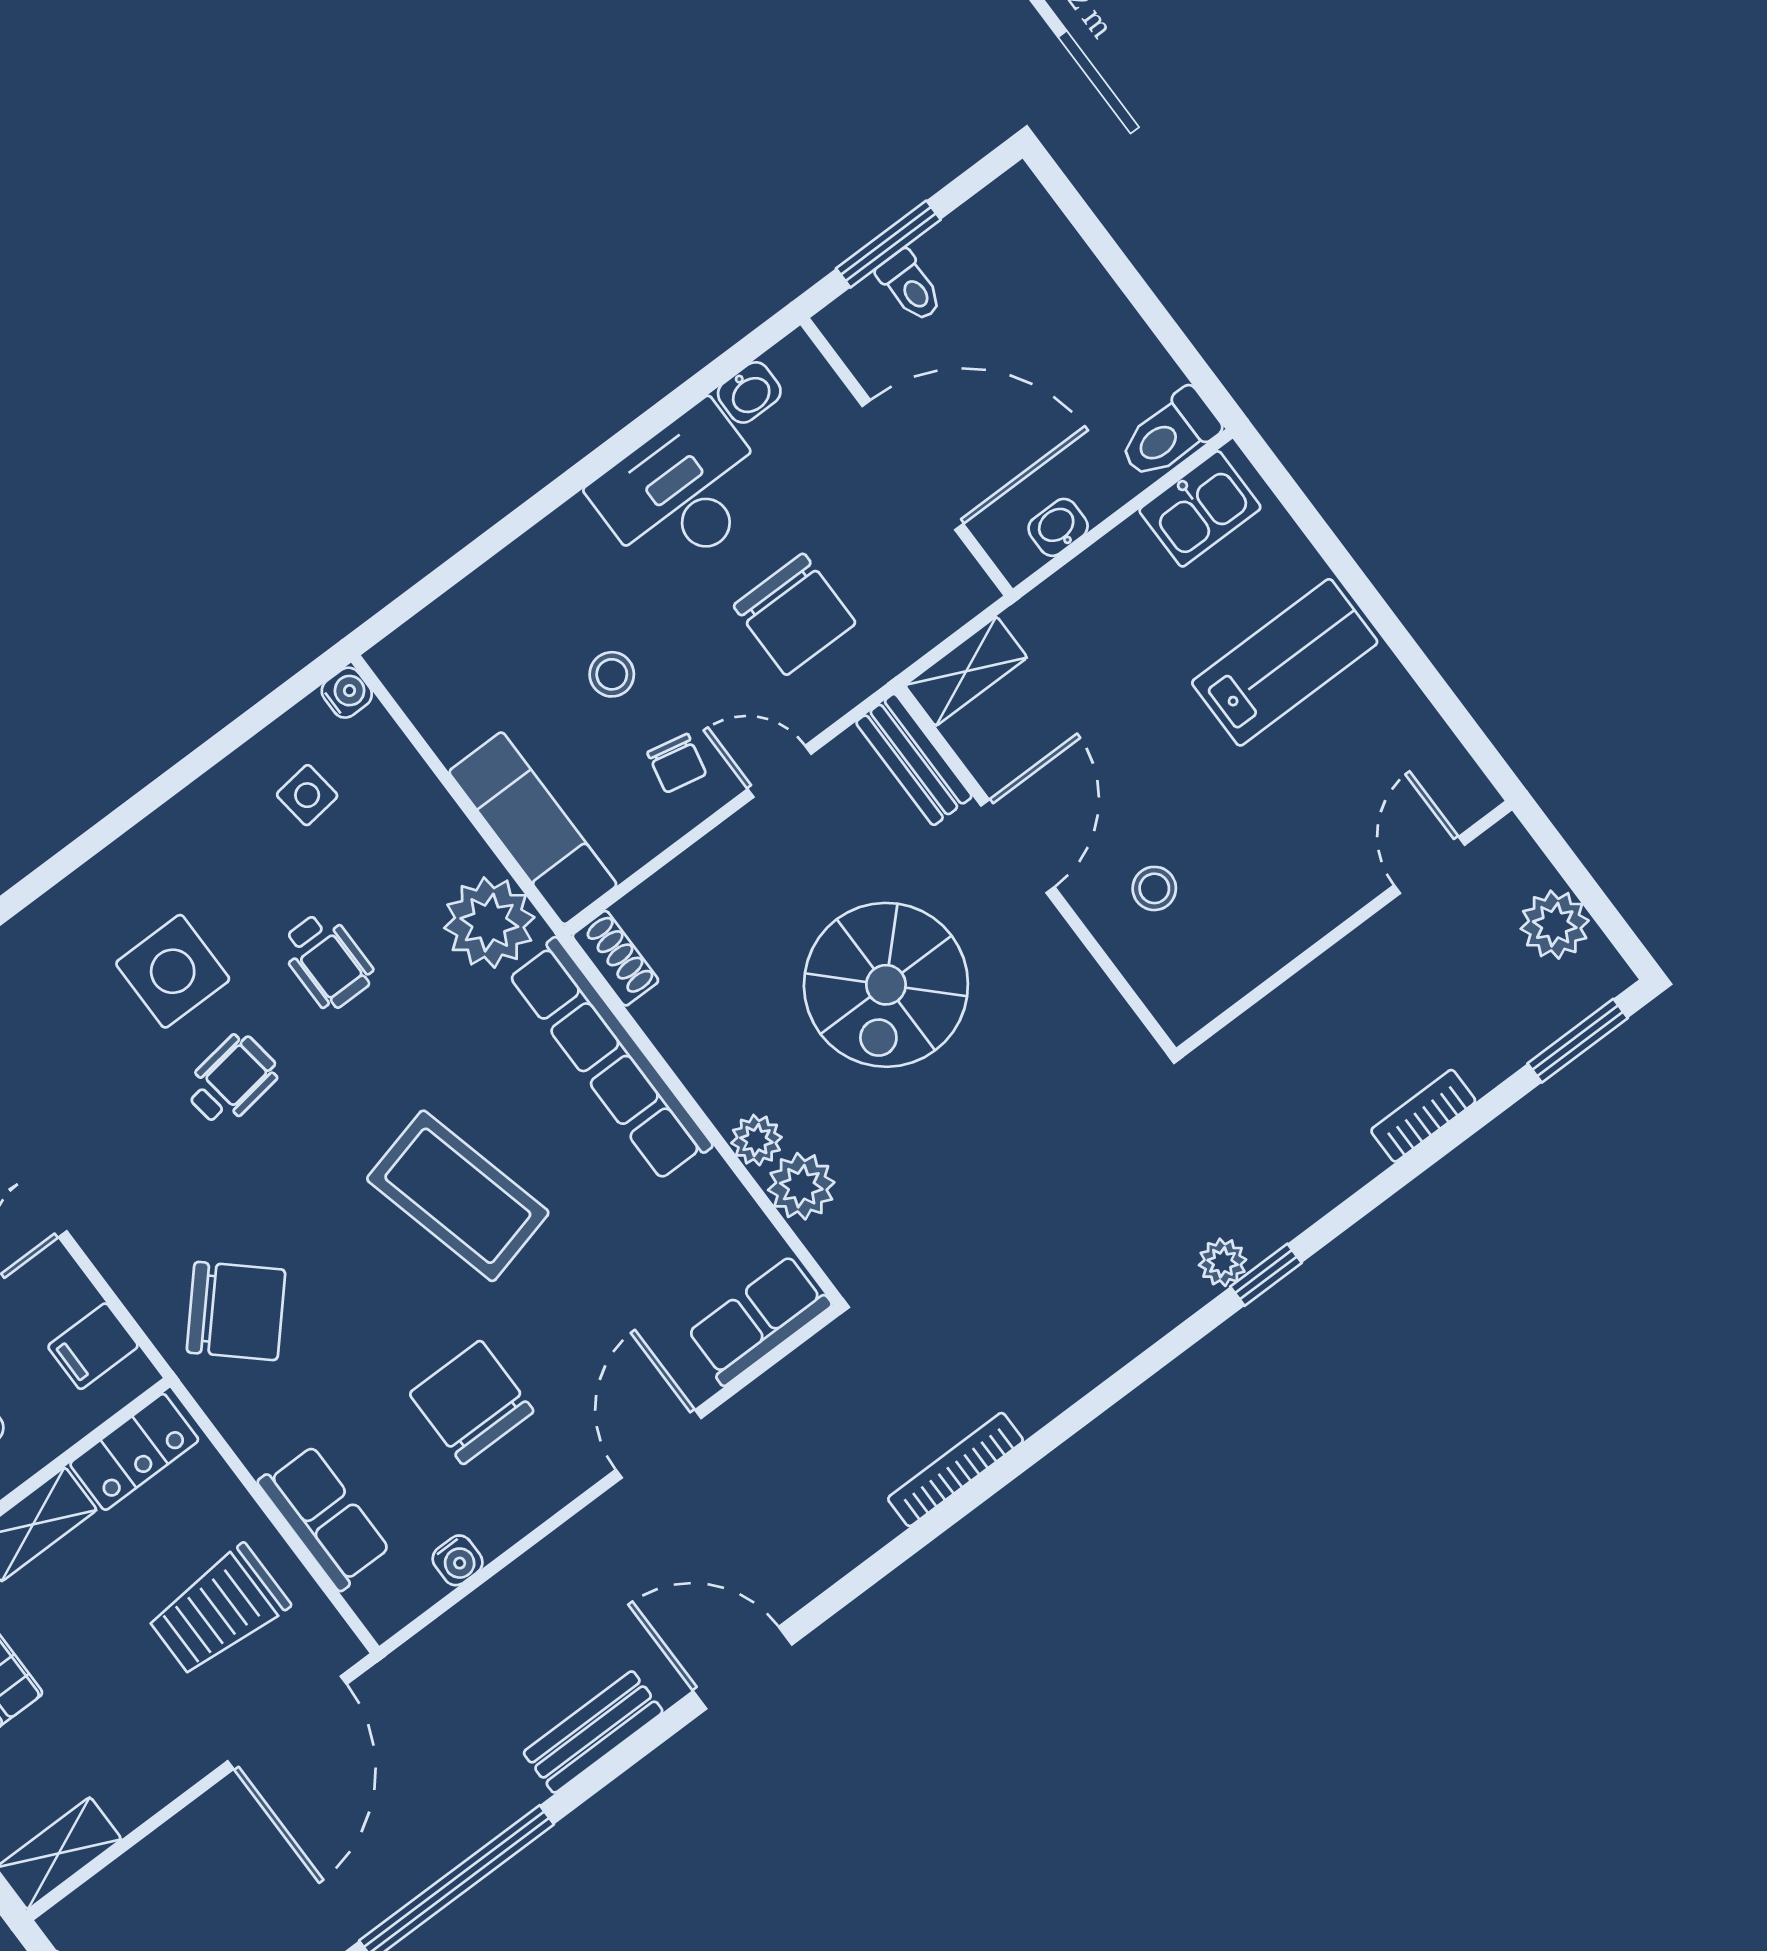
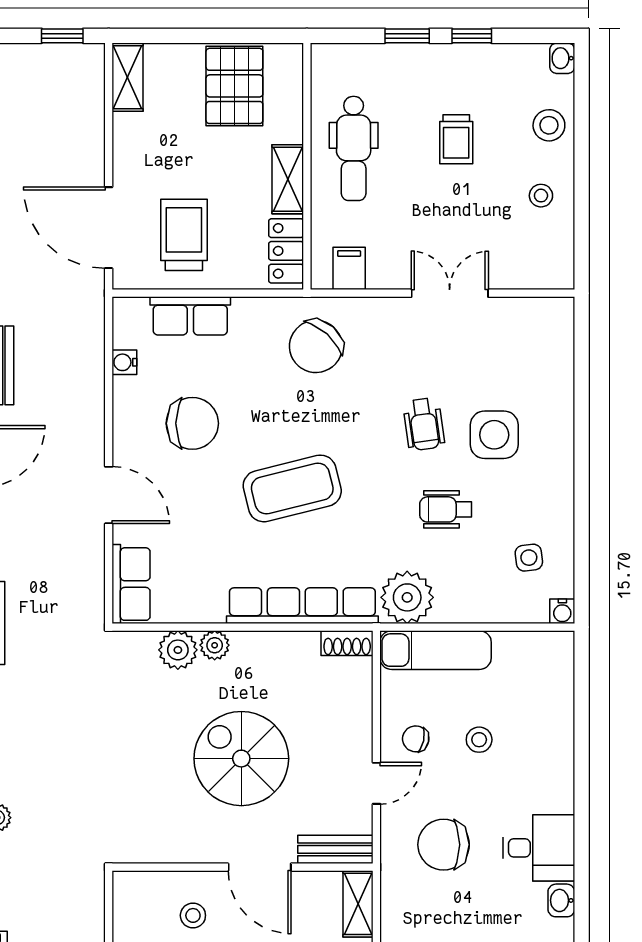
desk: (683, 492) -> (539, 848), width x0.73

